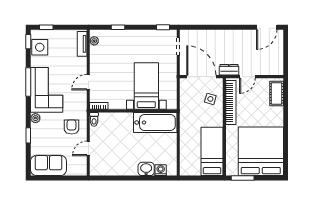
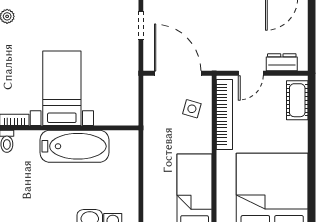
dresser: (229, 70) -> (282, 62), moved
bed with nightstands: (146, 86) -> (62, 88), moved
bathtub: (155, 122) -> (74, 146), moved

